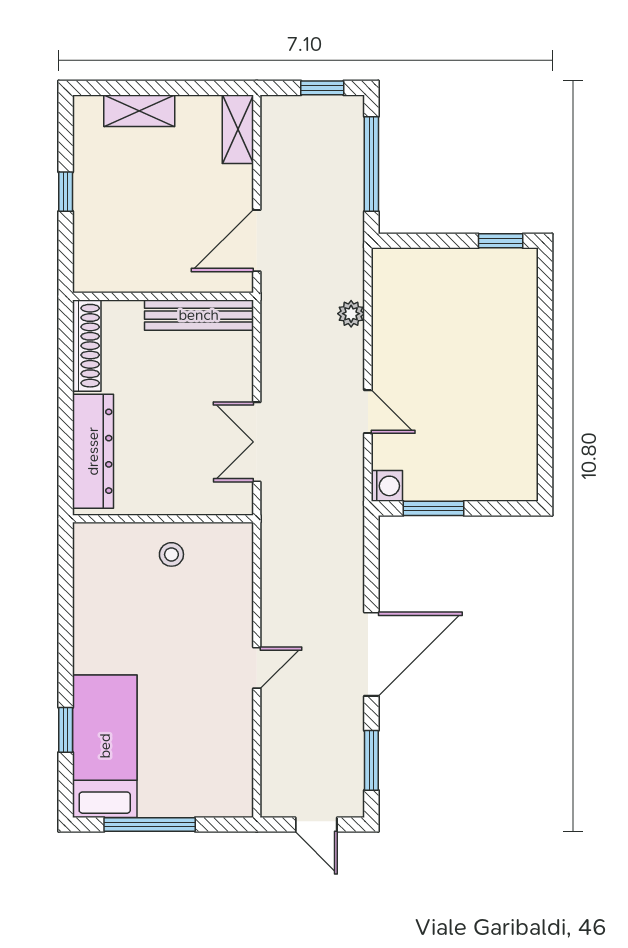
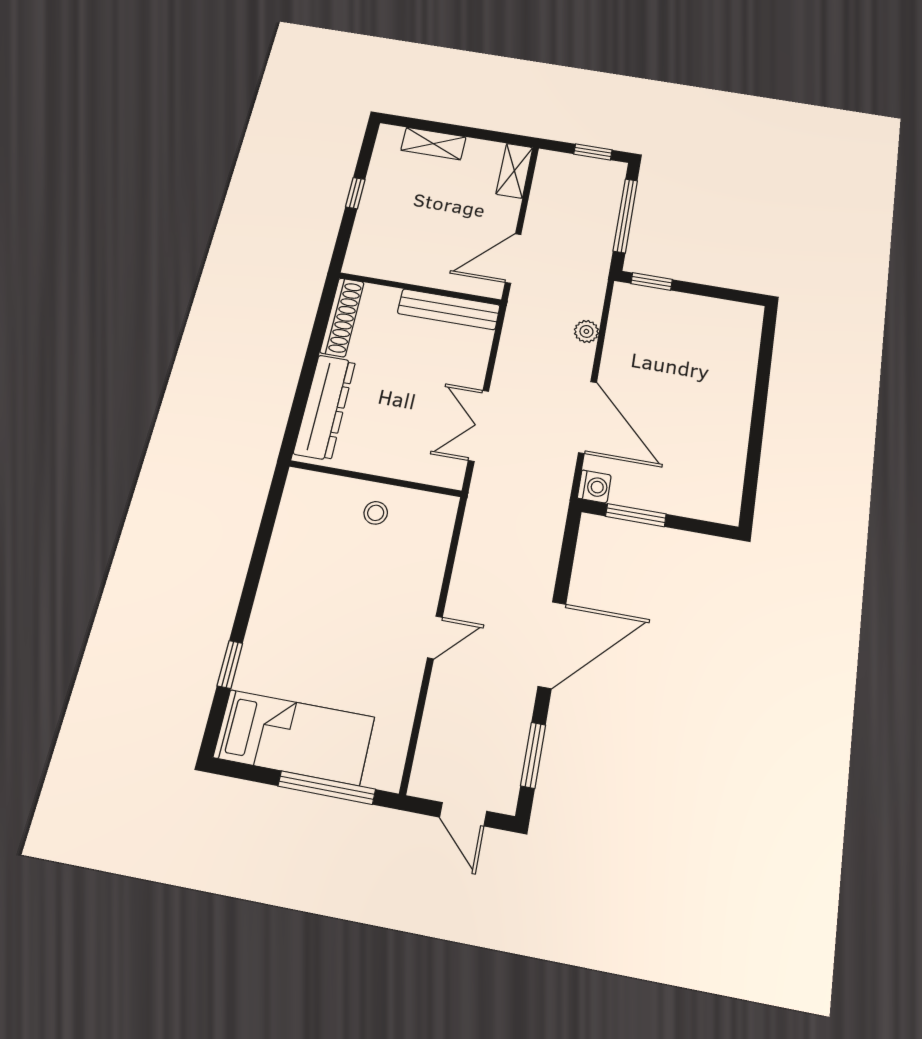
window: (501, 241) -> (652, 282), moved
door: (368, 412) -> (588, 417), width x1.87
bed: (105, 746) -> (294, 737), moved, turned 90
window: (150, 825) -> (327, 788), moved

